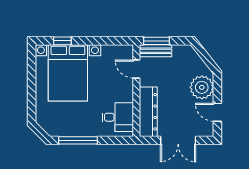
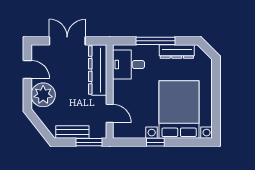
window: (62, 41) -> (155, 142), moved
bench: (156, 51) -> (72, 132), moved
dresser: (70, 130) -> (177, 52), added
window: (78, 140) -> (156, 41), moved

